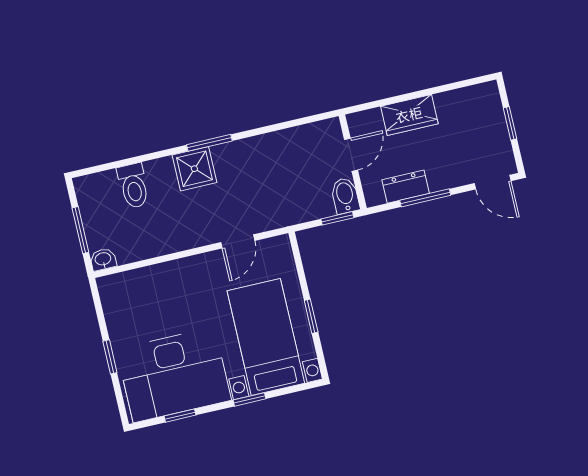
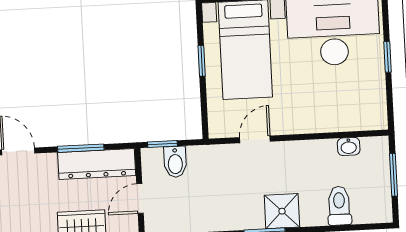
dresser: (406, 187) -> (97, 164), width x1.96, depth x1.24
bidet: (345, 196) -> (175, 162), moved
washbasin: (103, 259) -> (349, 146), moved

